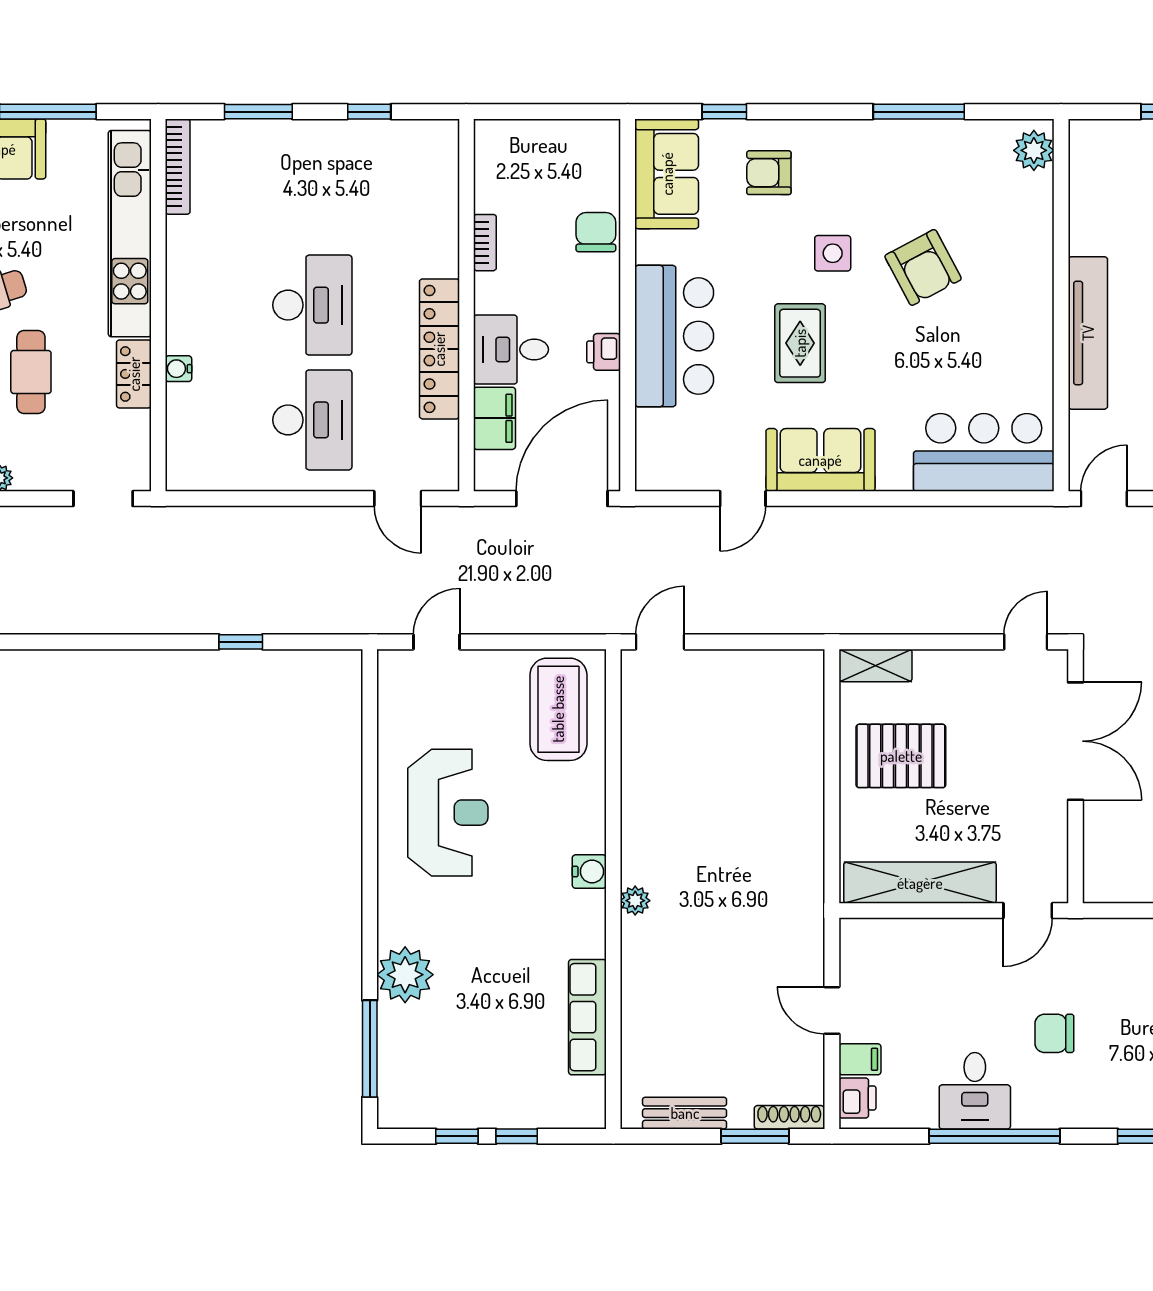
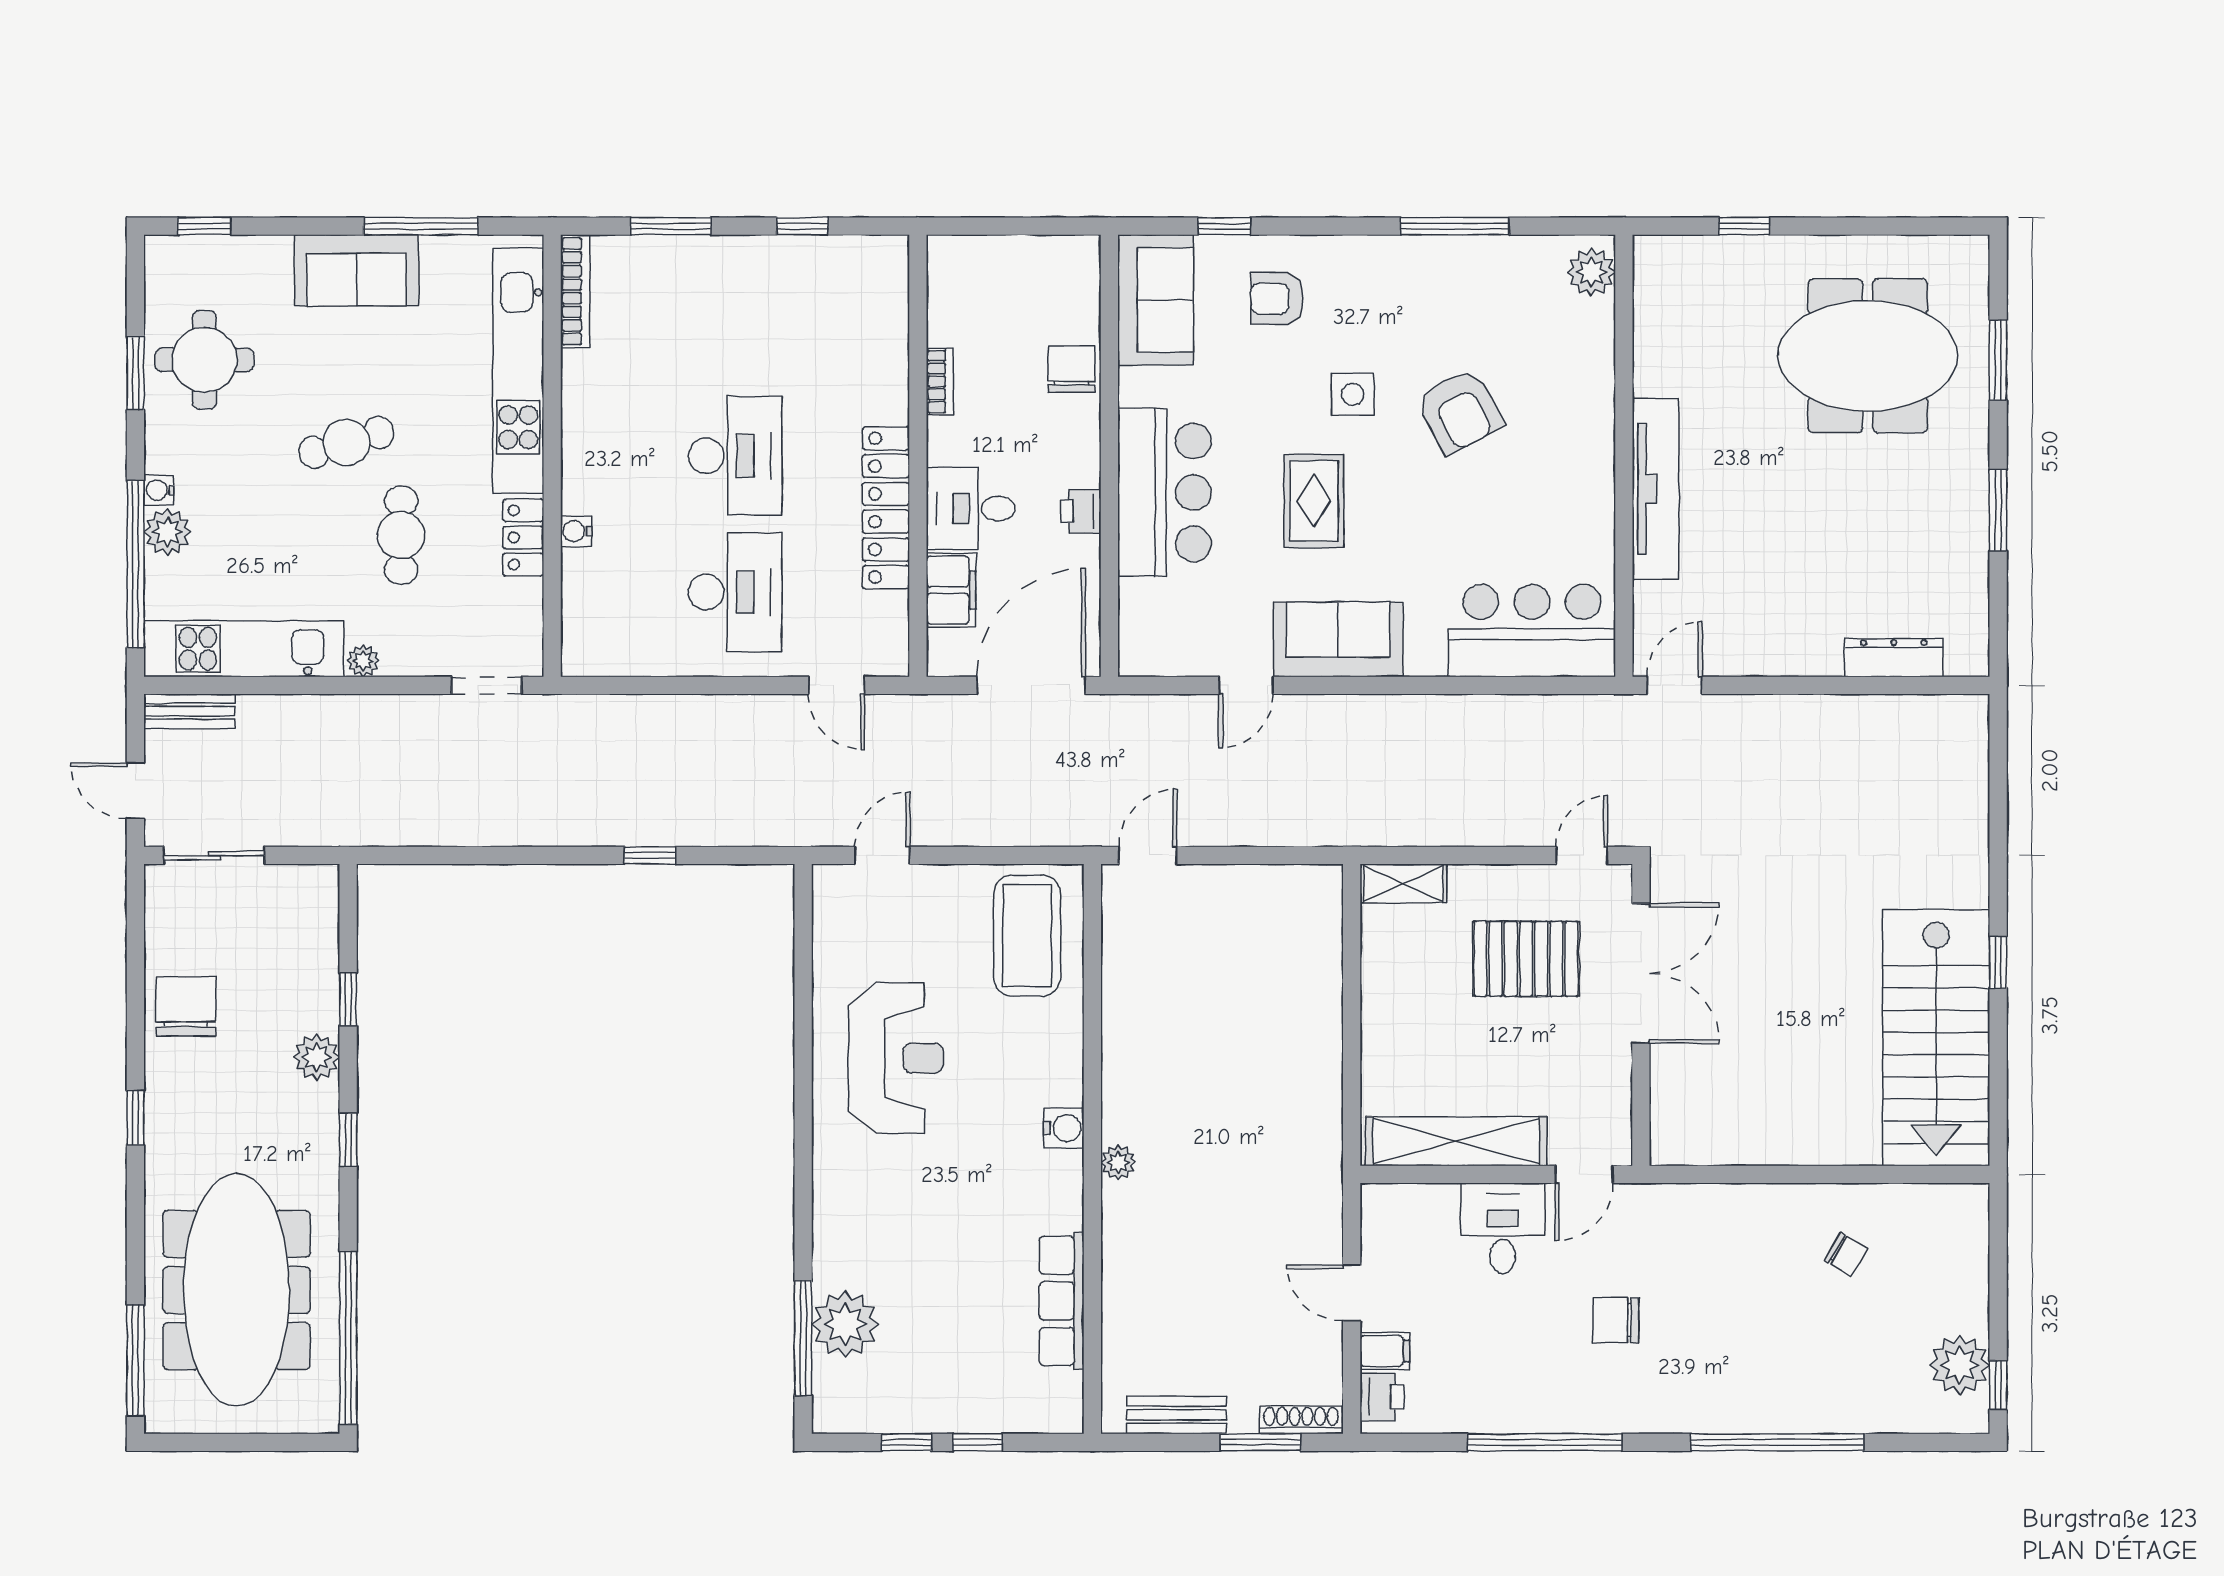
pallet: (901, 756) -> (1526, 959), moved
plant: (405, 975) -> (845, 1324), moved
desk: (975, 1091) -> (1503, 1228), moved, turned 180

